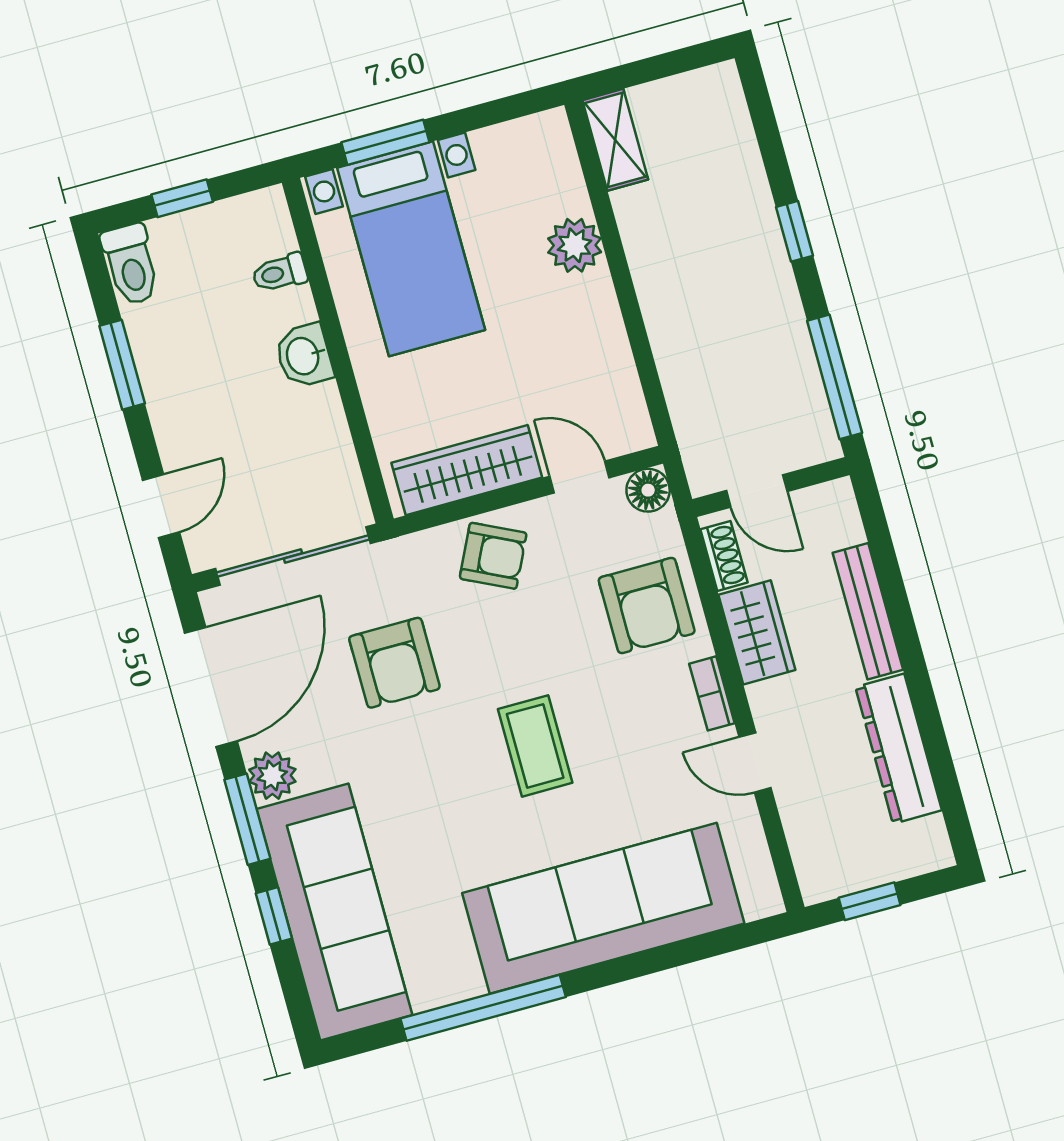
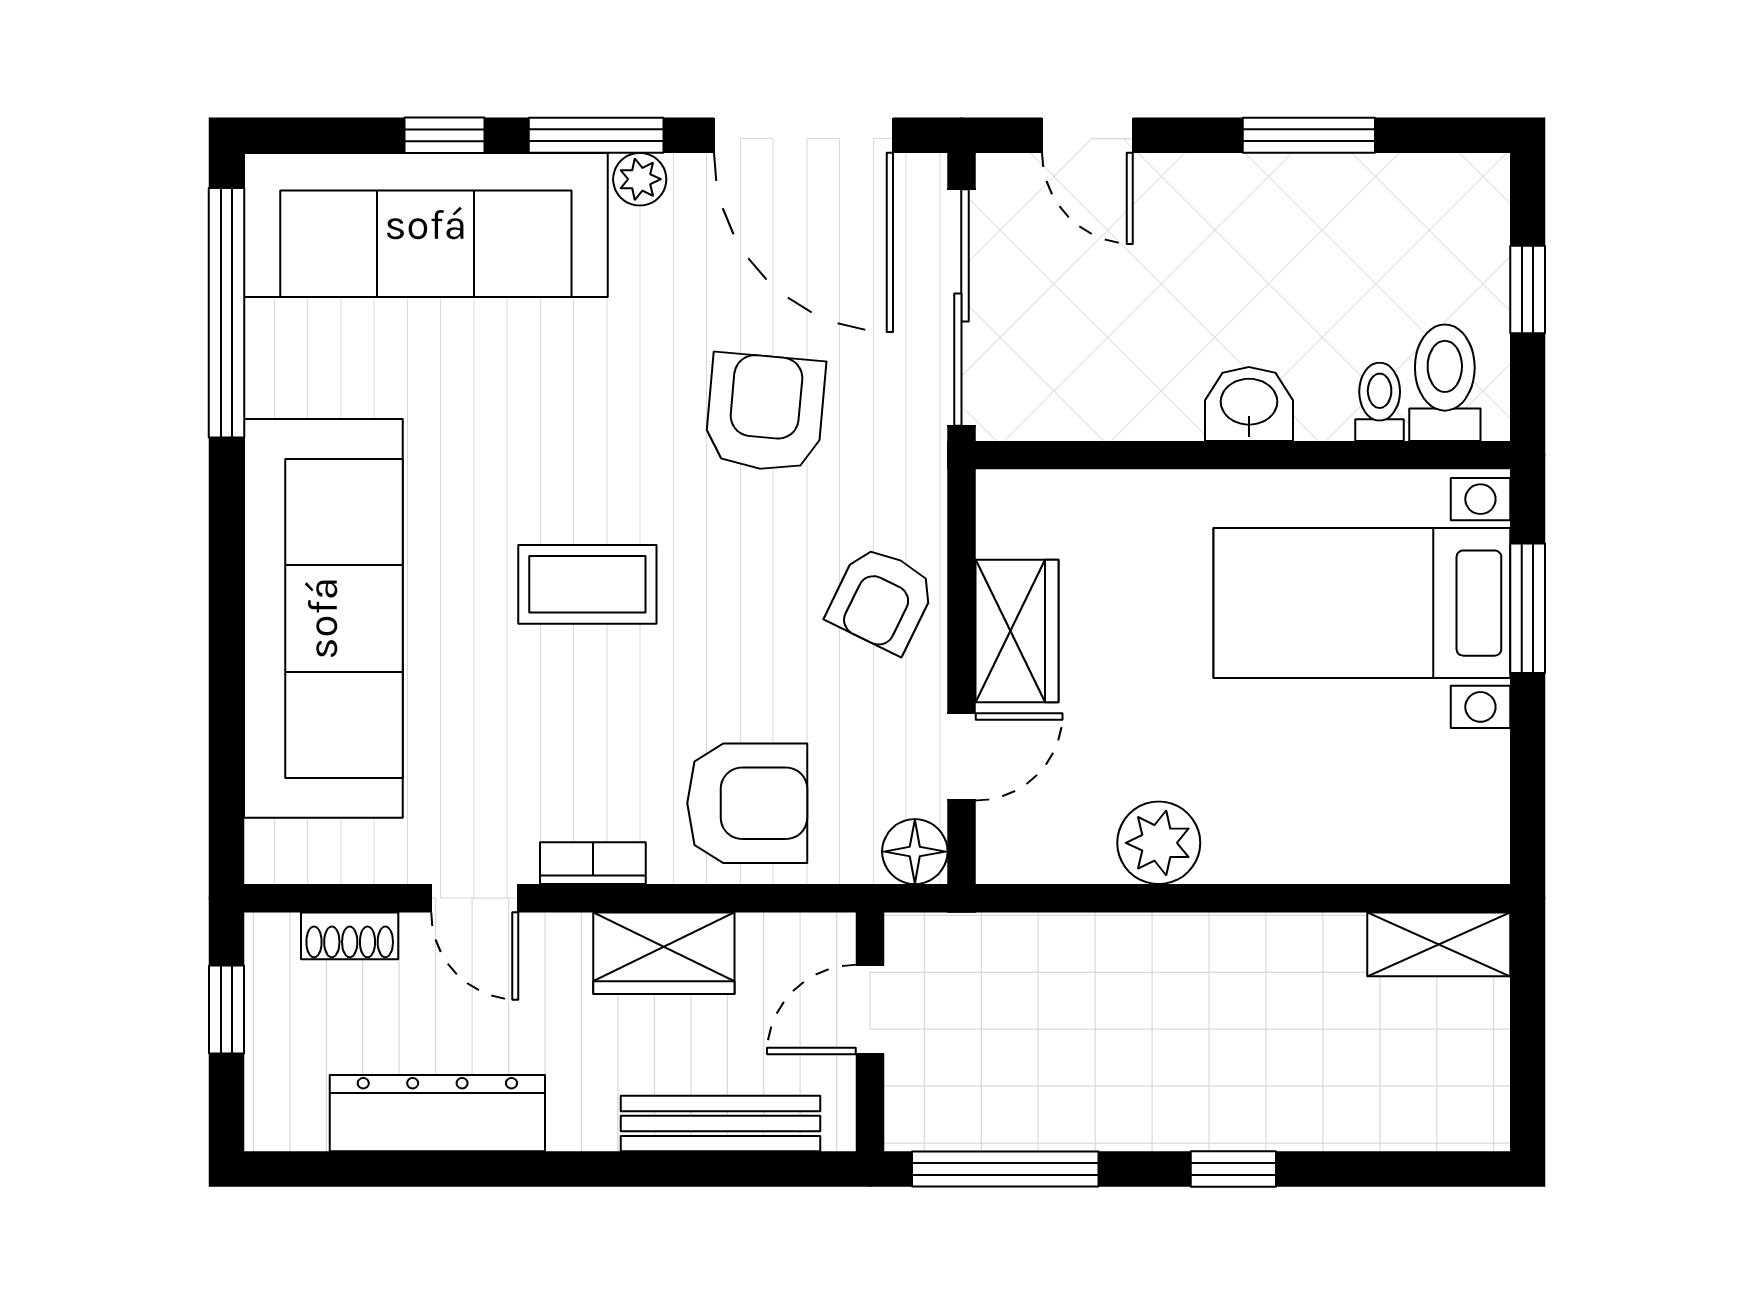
plant: (575, 245) -> (1159, 843), moved
toilet: (131, 264) -> (1445, 383), moved, turned 90
wardrobe: (467, 470) -> (1017, 631), width x0.67
shoe rack: (724, 556) -> (350, 936), moved
armchair: (647, 606) -> (747, 803), turned 180
bench: (868, 611) -> (720, 1124), moved
armchair: (394, 663) -> (765, 413), turned 95
door: (755, 763) -> (475, 898), swing flipped
plant: (272, 776) -> (640, 179), width x0.73, depth x0.73
window: (483, 1008) -> (227, 313), moved

